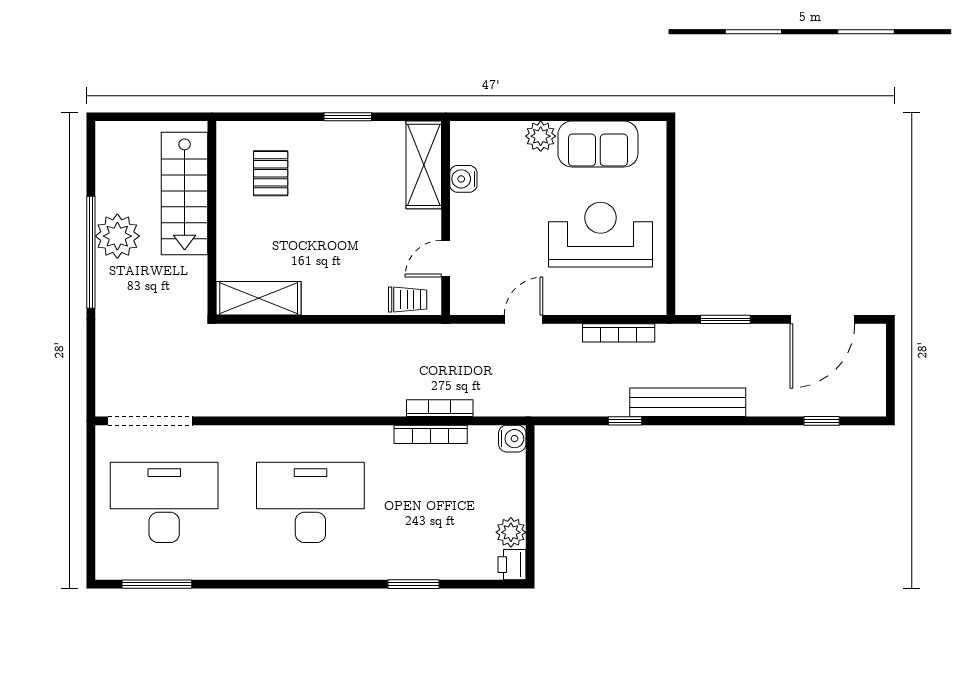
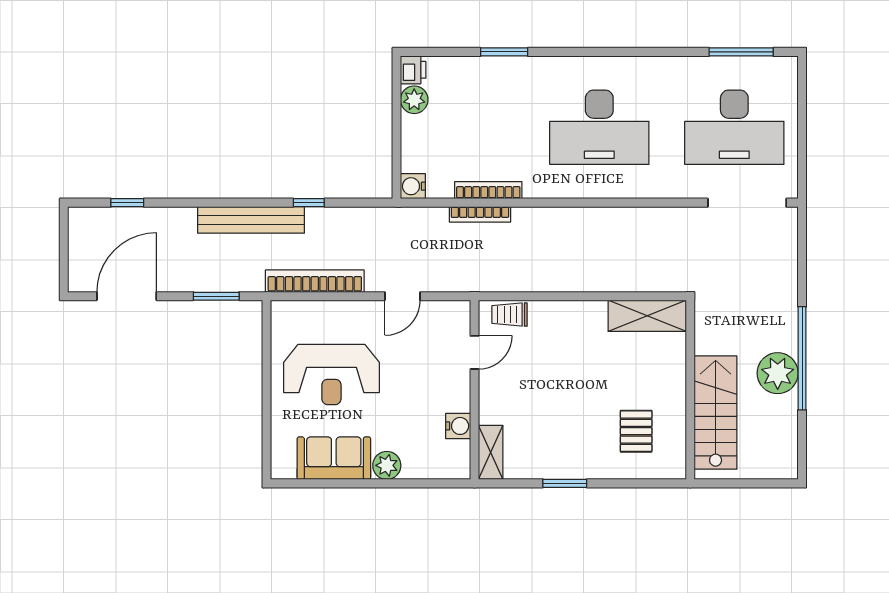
shelving: (424, 165) -> (491, 452), width x0.67, depth x0.75
bookcase: (619, 333) -> (315, 281), width x1.48, depth x1.31

